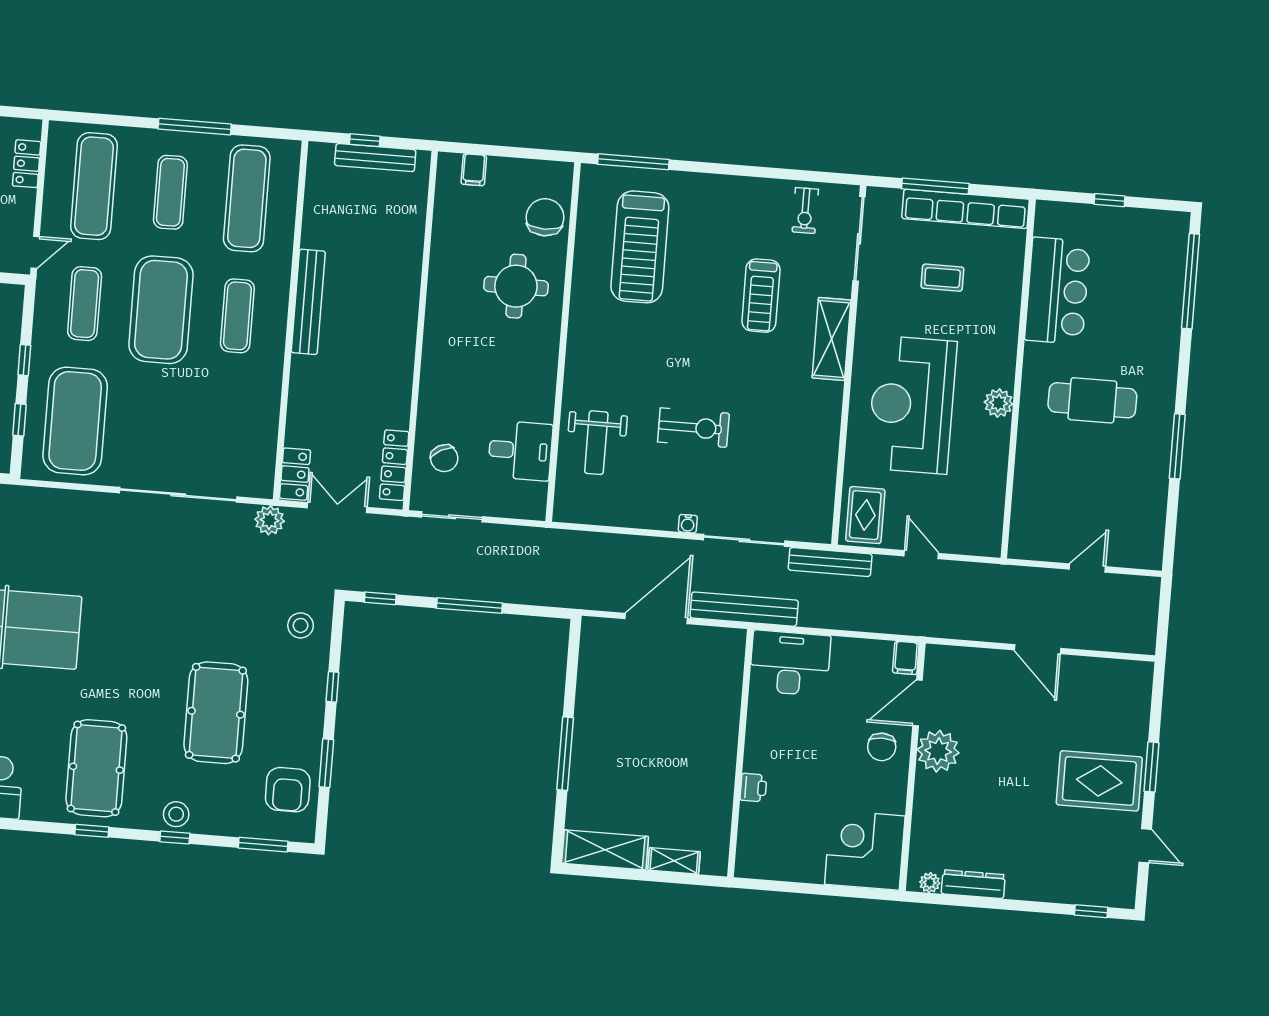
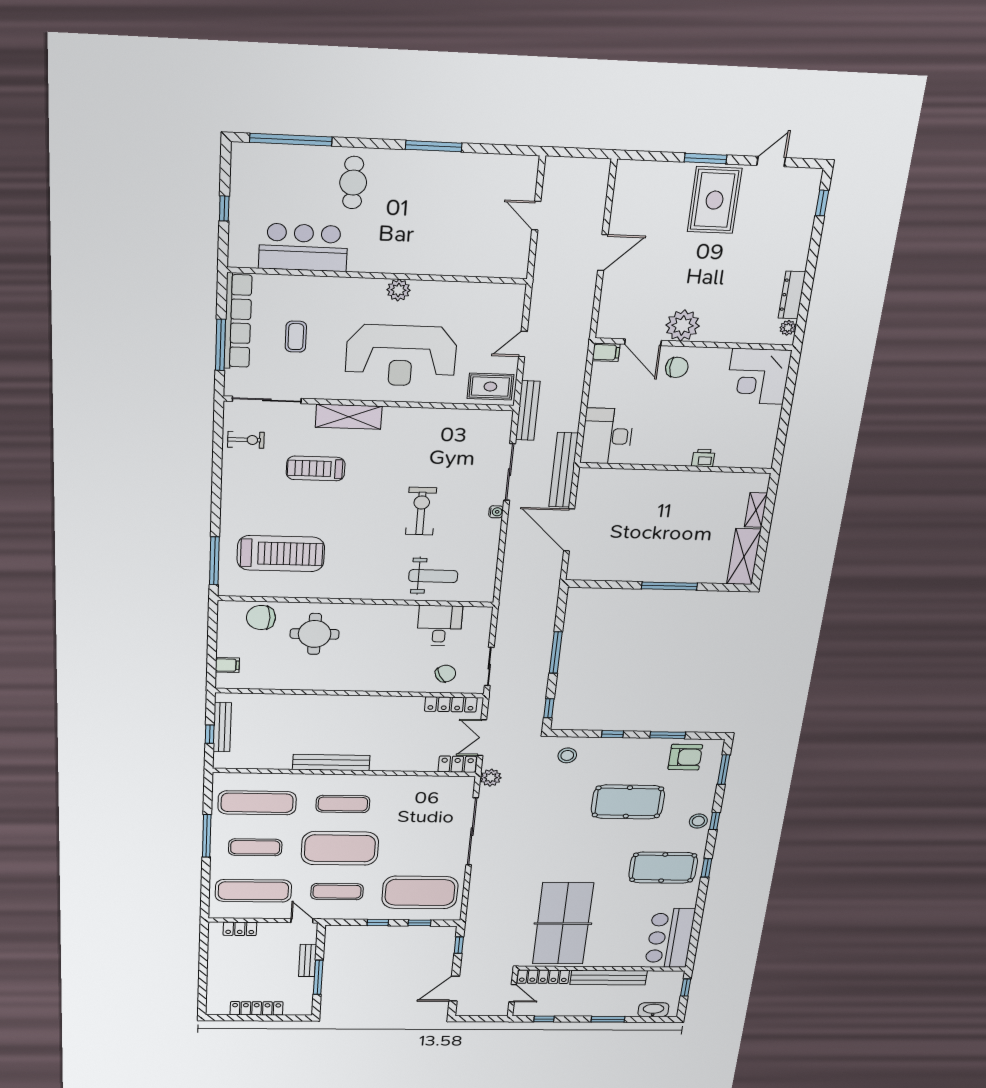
treadmill: (761, 296) -> (316, 468), turned 180
cafe table: (1092, 400) -> (353, 183), moved, width x0.73, depth x0.74

